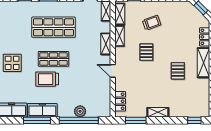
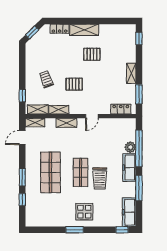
freezer: (42, 110) -> (129, 168), moved

